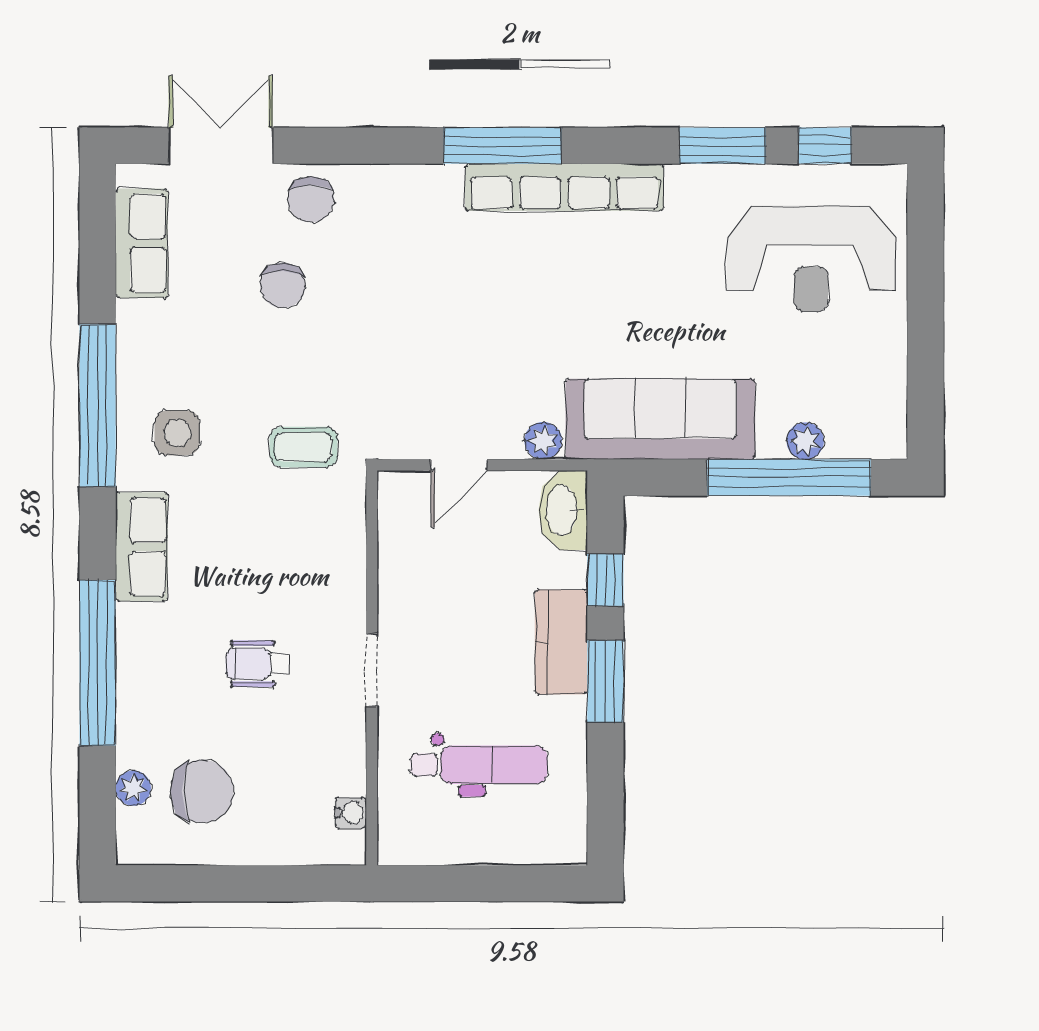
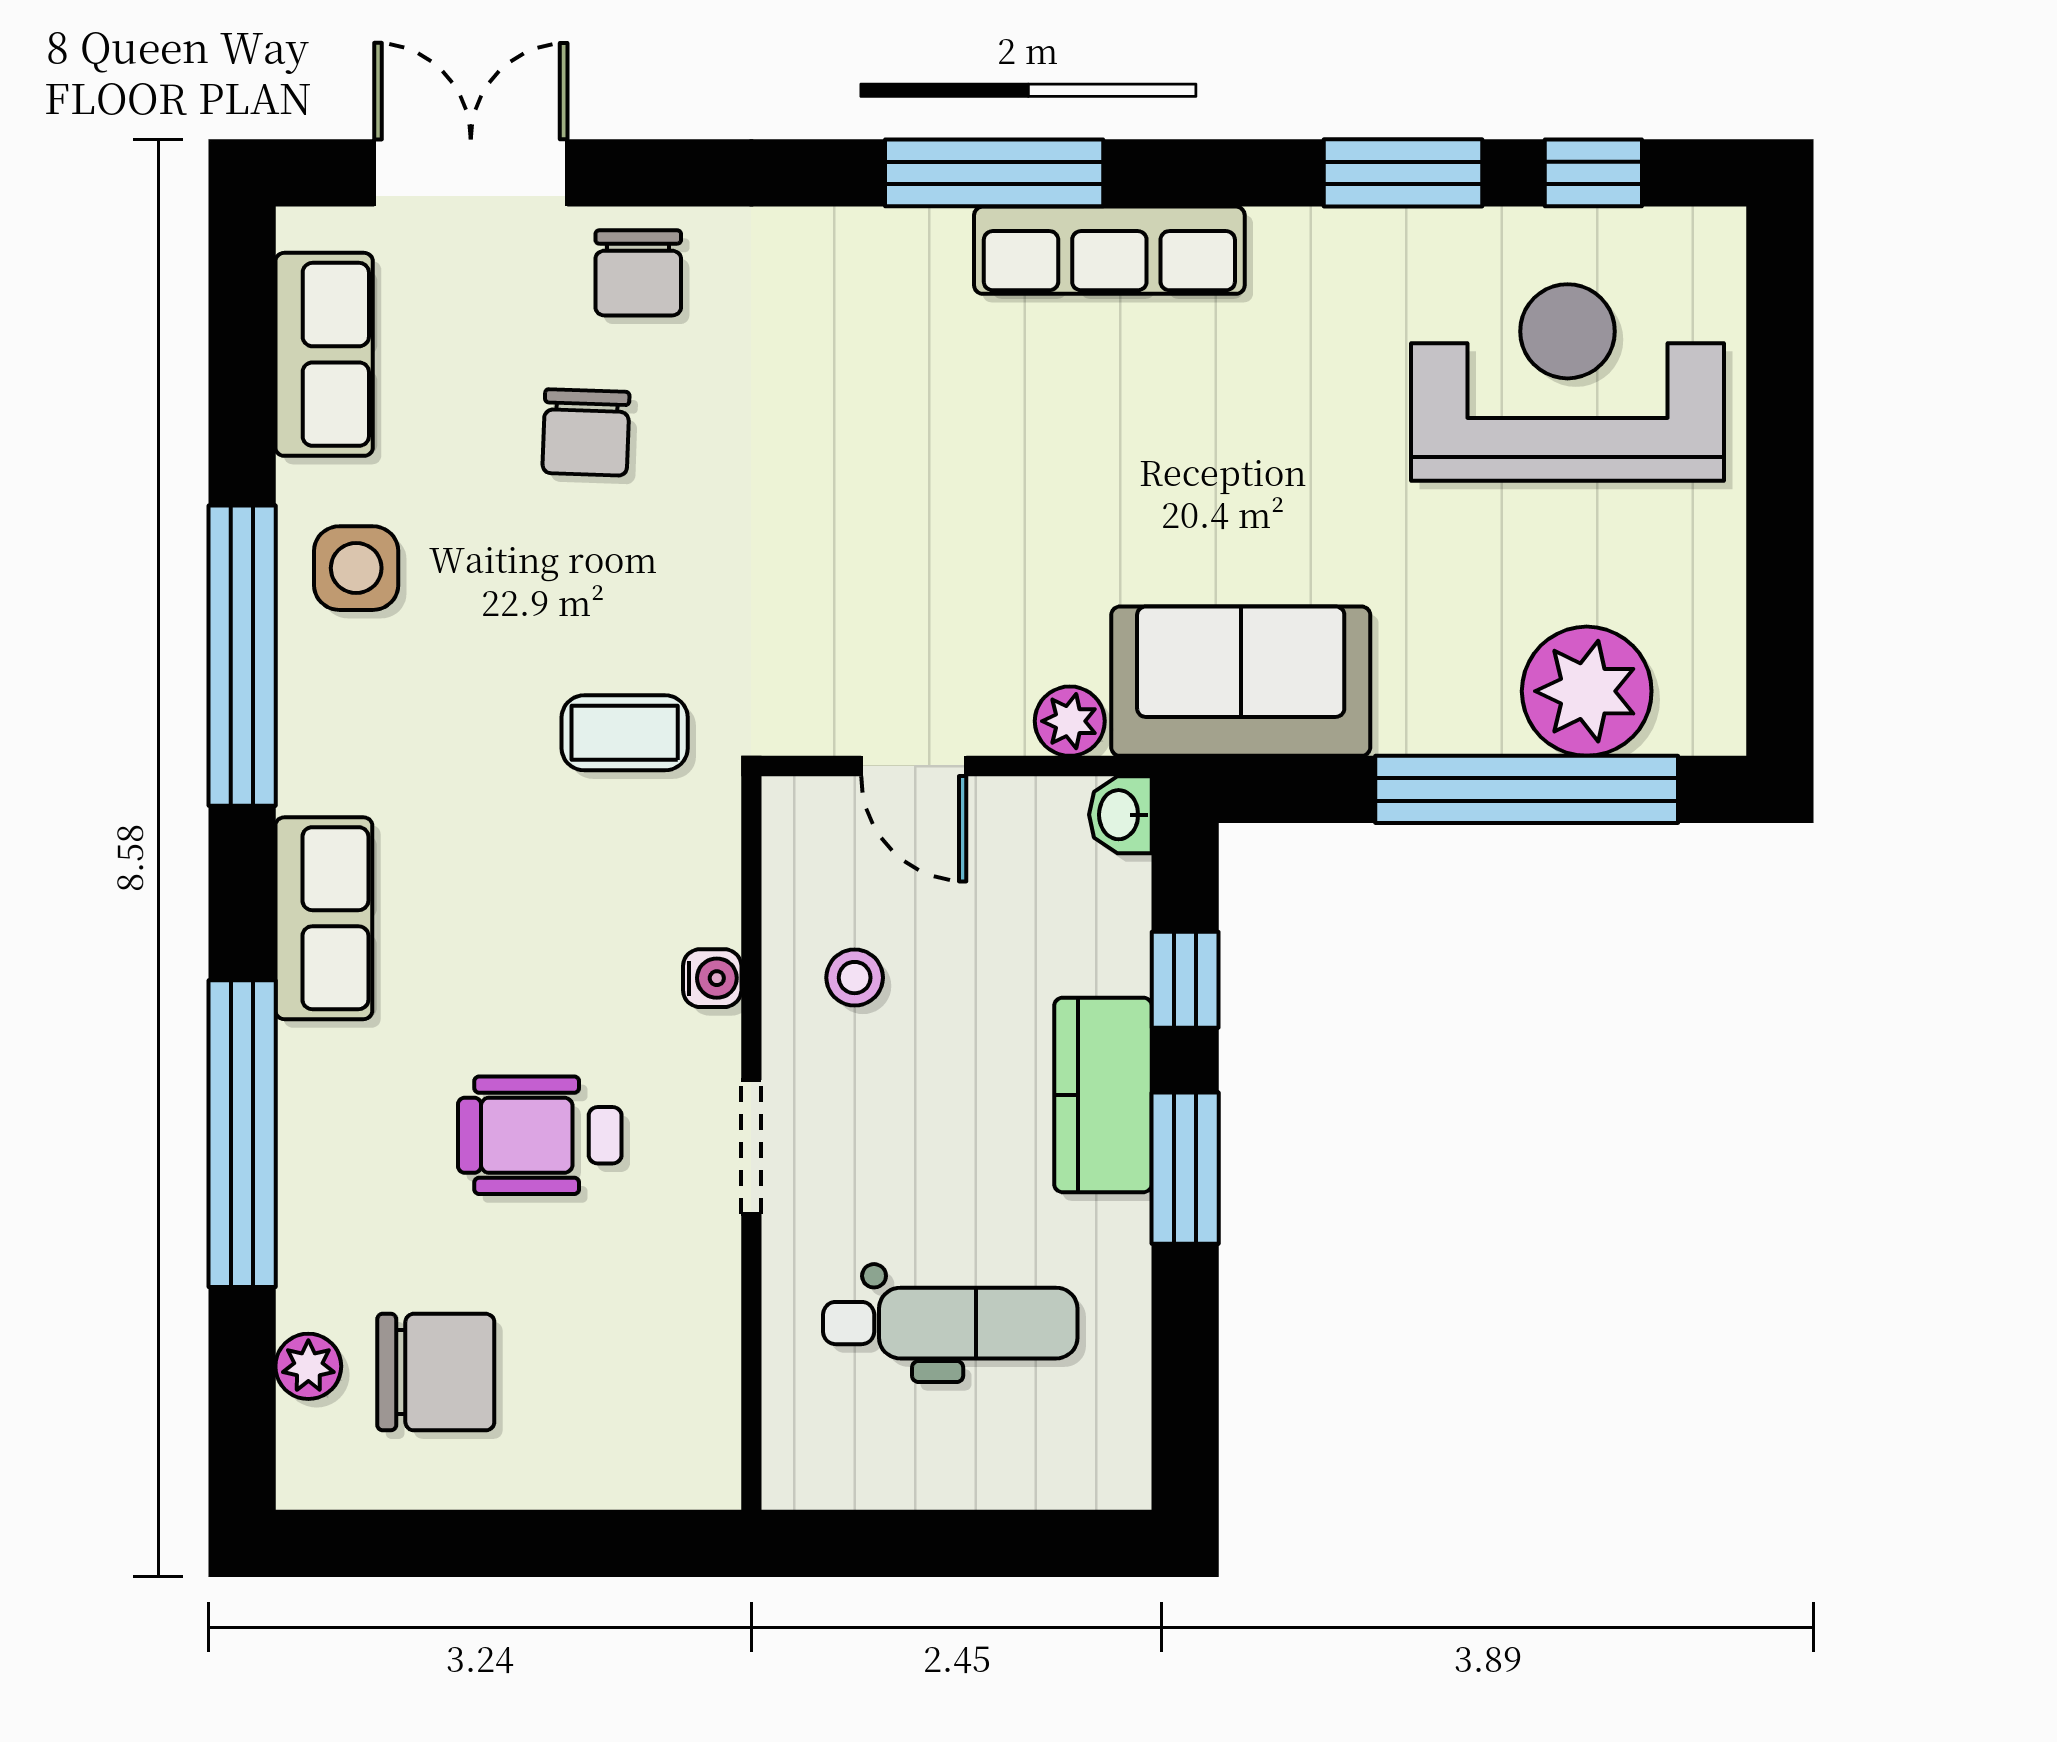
row of seats: (564, 187) -> (1109, 250), width x0.73
reception desk: (811, 258) -> (1568, 382), turned 180
sofa: (660, 419) -> (1241, 681), width x0.73
side table: (177, 433) -> (356, 568), moved
plant: (805, 441) -> (1587, 691), width x1.88, depth x1.88
door: (459, 465) -> (914, 766), hinge flipped
washbasin: (563, 510) -> (1120, 815), width x0.52, depth x0.69
stool: (427, 579) -> (855, 978), added
wheelchair: (258, 664) -> (540, 1135), width x1.36, depth x1.37
water cooler: (351, 813) -> (712, 978), moved

